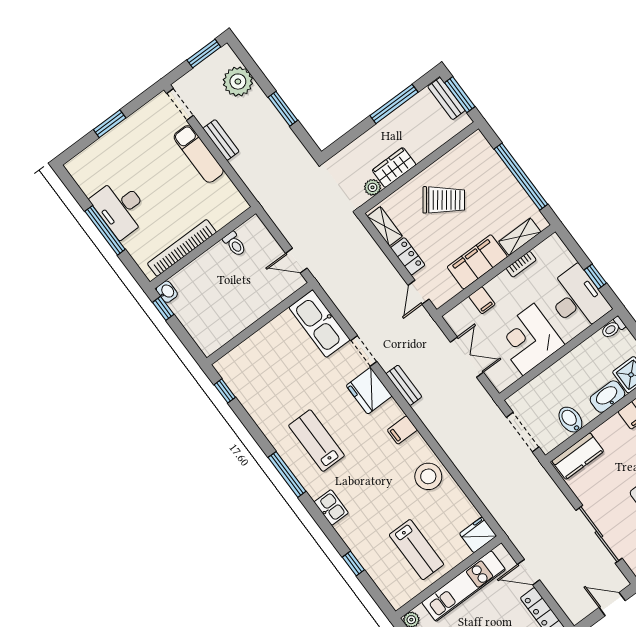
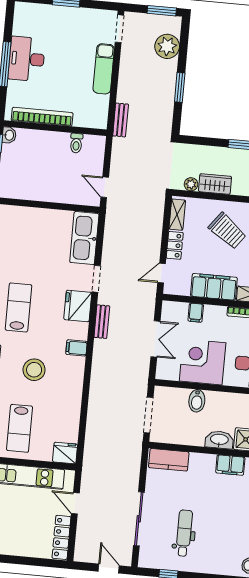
bench: (221, 140) -> (121, 120), moved
bidet: (570, 420) -> (197, 401), moved, turned 180
stool: (428, 476) -> (34, 370), moved

